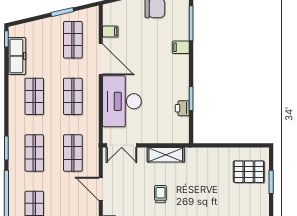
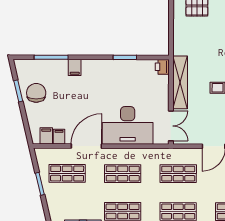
filing cabinet: (111, 18) -> (46, 136), added
printer: (182, 108) -> (162, 67), moved, turned 90
shelving: (166, 155) -> (180, 82), width x1.47

